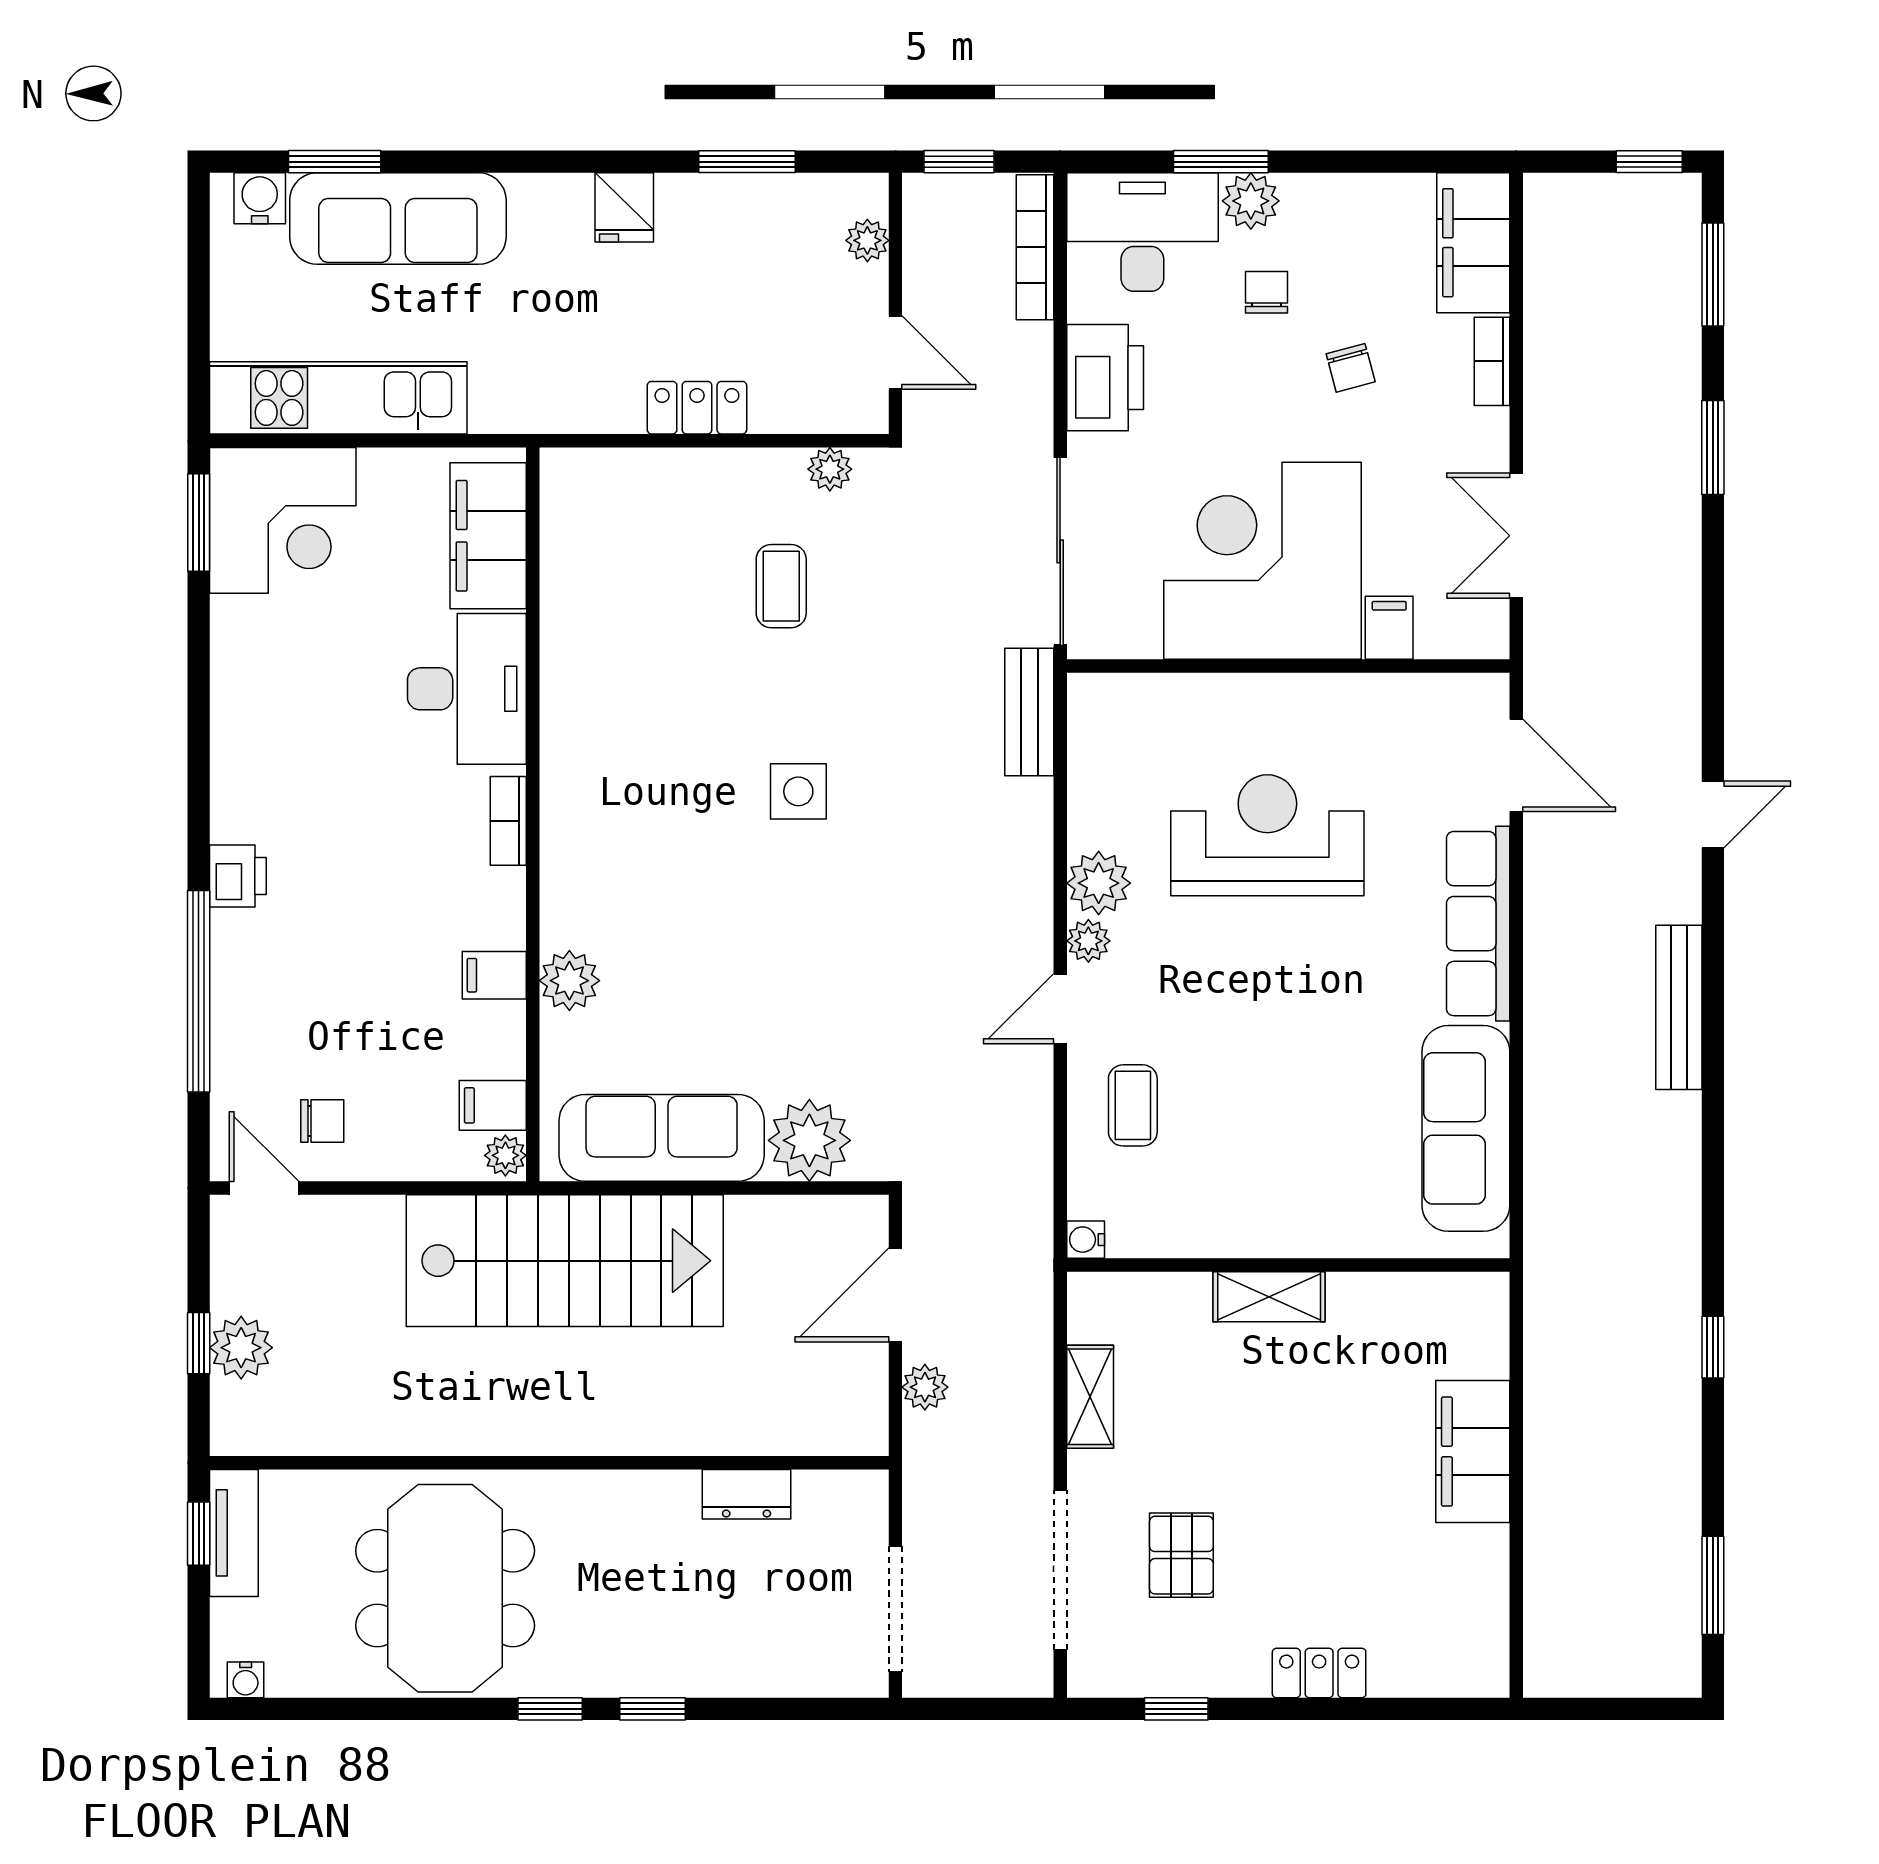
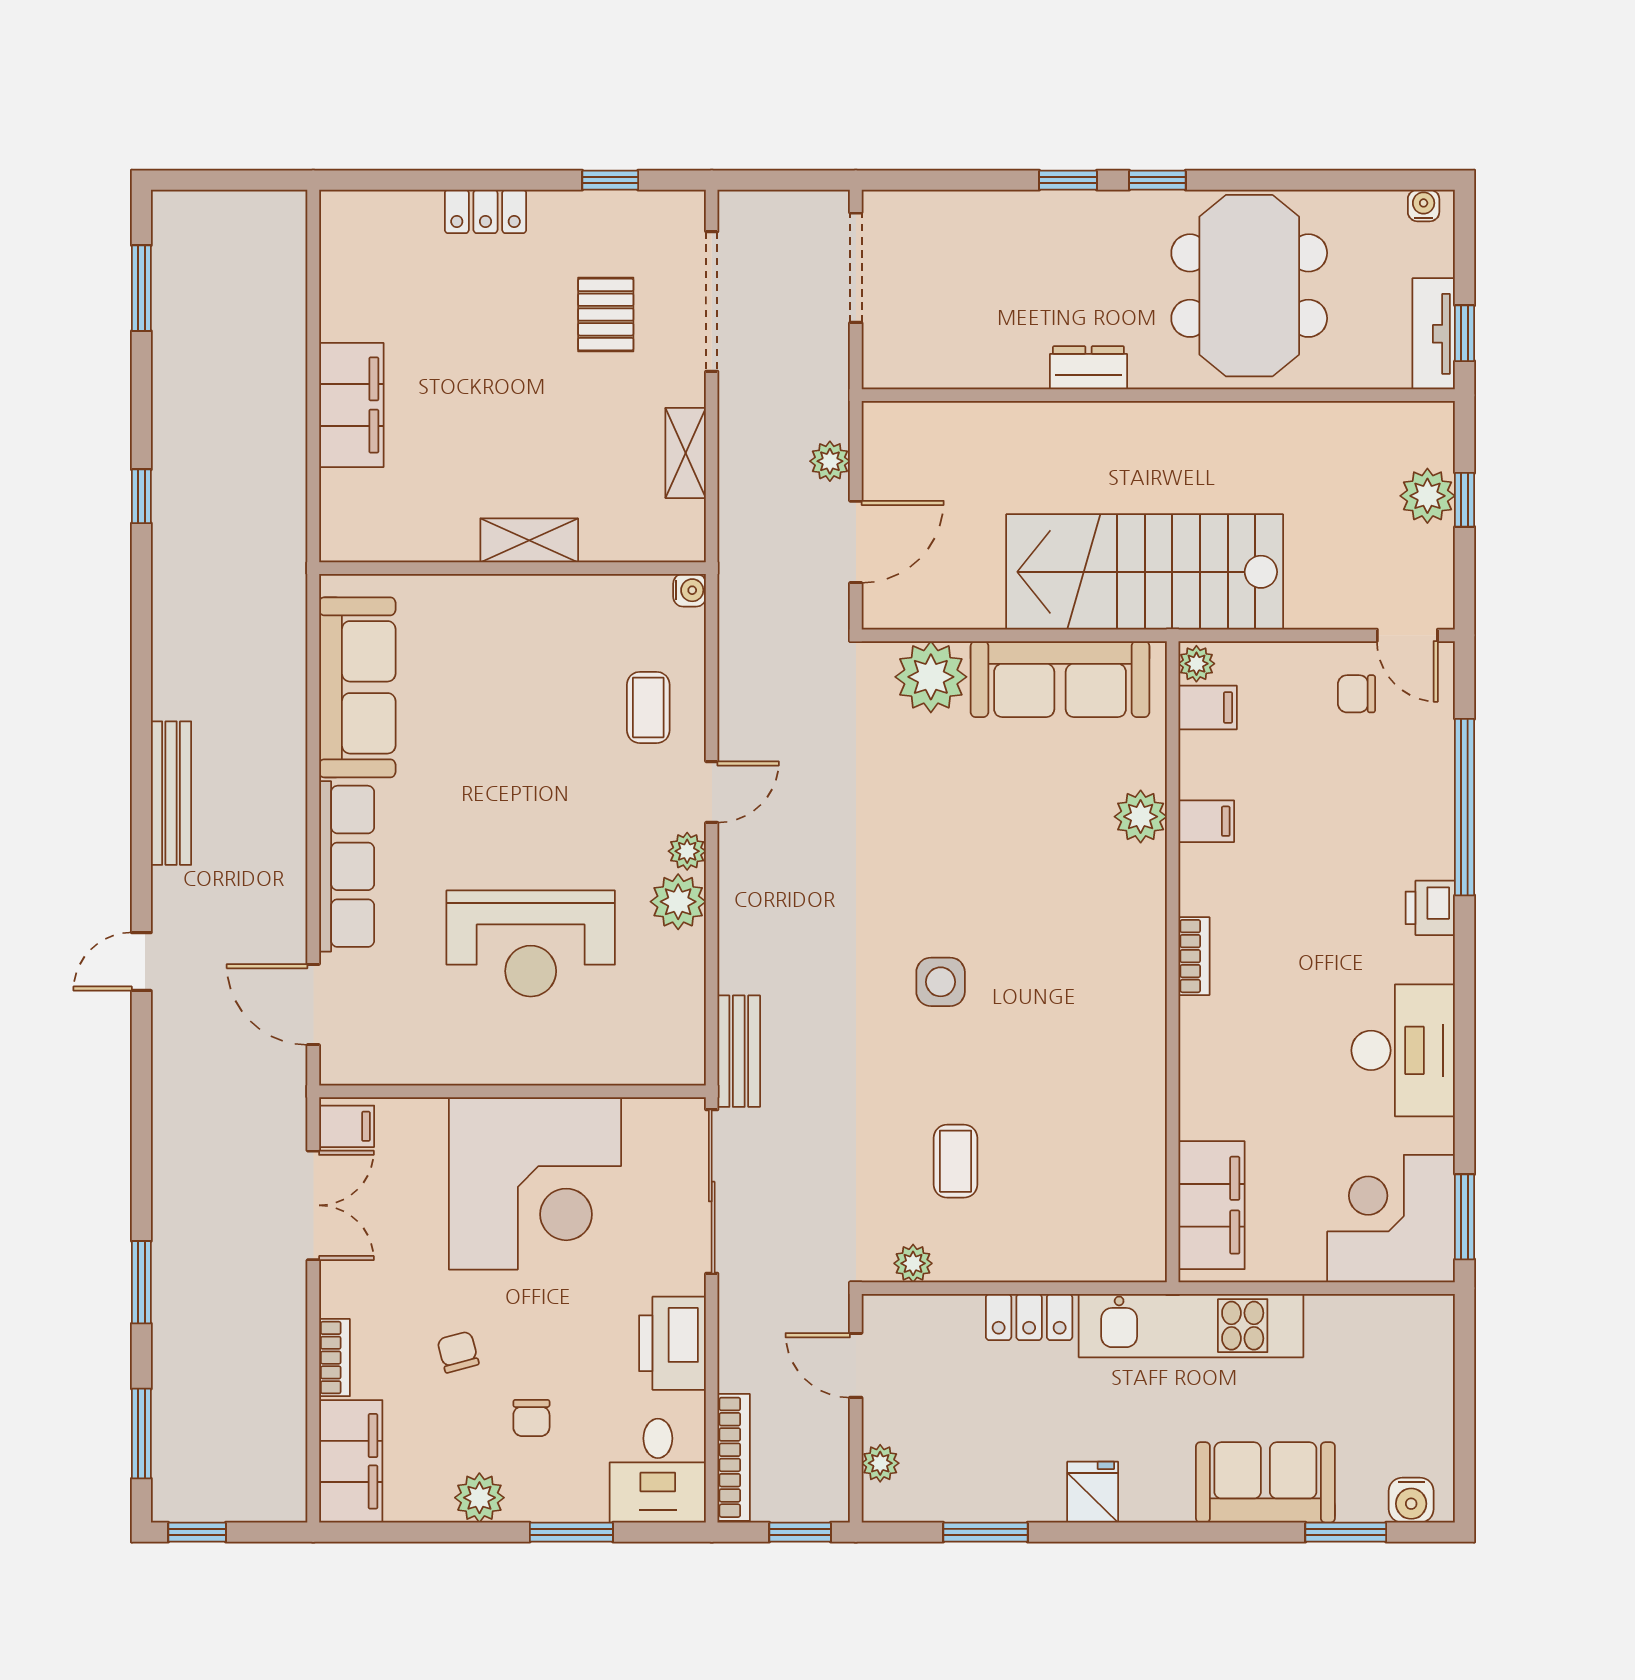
plant: (1251, 201) -> (479, 1498), moved
sofa: (398, 219) -> (1265, 1482), width x0.73
desk: (1142, 232) -> (658, 1471), width x0.73
kitchen unit: (338, 398) -> (1191, 1326), moved
filing cabinet: (1389, 628) -> (347, 1126), moved, turned -90
desk: (467, 689) -> (1403, 1050), moved, turned 180
dresser: (747, 1494) -> (1088, 368), moved

